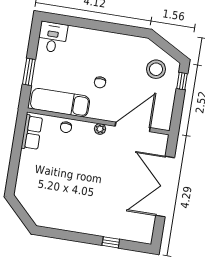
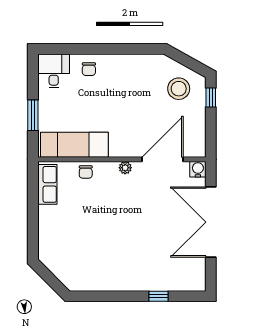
chair: (100, 82) -> (89, 69), moved
water cooler: (161, 140) -> (198, 169), added

